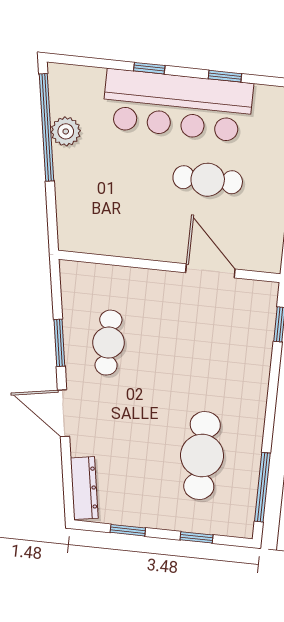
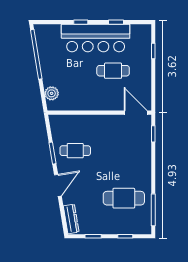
plant: (66, 131) -> (52, 93), moved
door: (210, 271) -> (136, 113), moved
cafe table: (108, 343) -> (75, 151), turned 90
door: (64, 413) -> (58, 185), swing flipped
cafe table: (202, 455) -> (124, 198), turned 90

